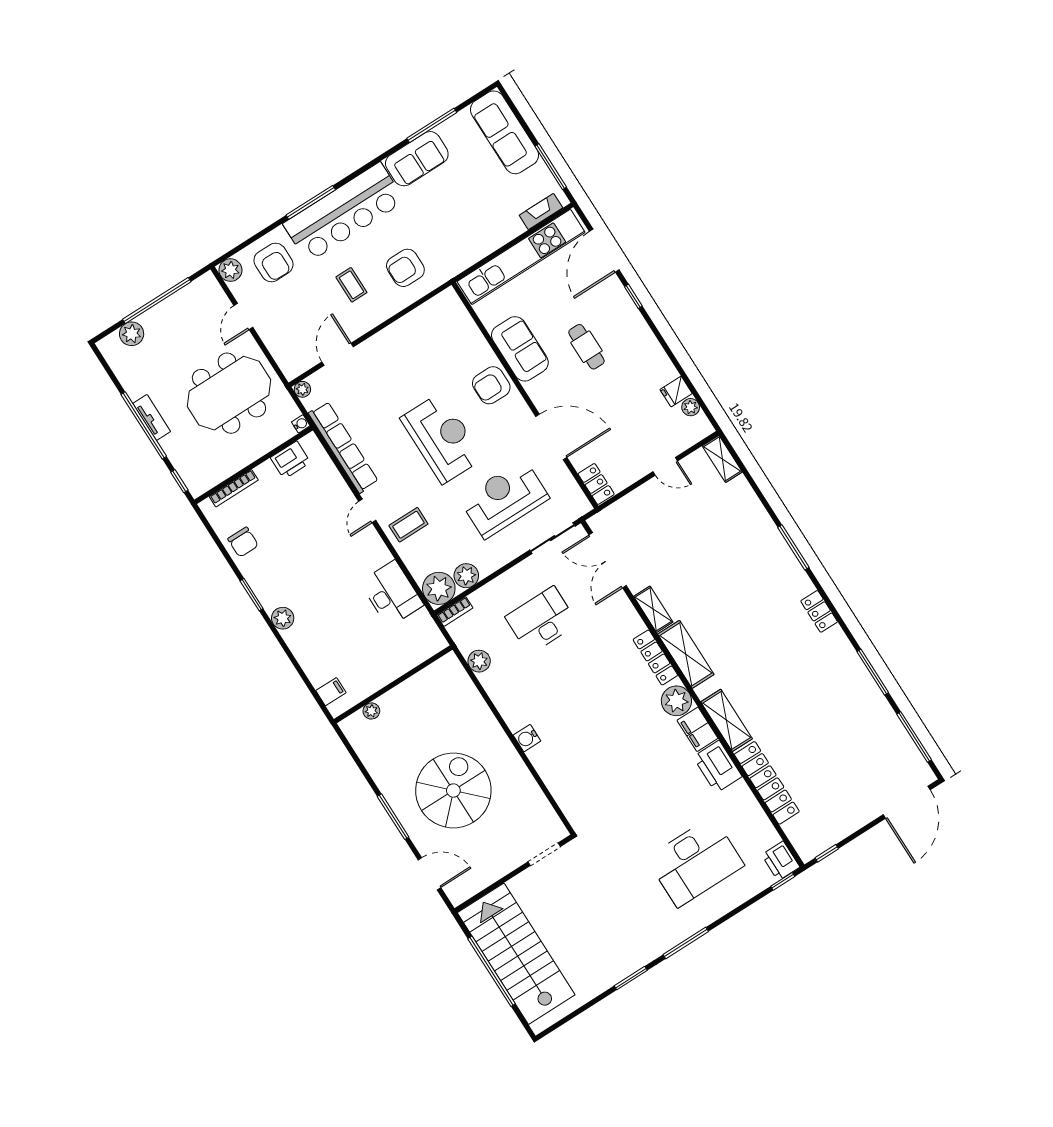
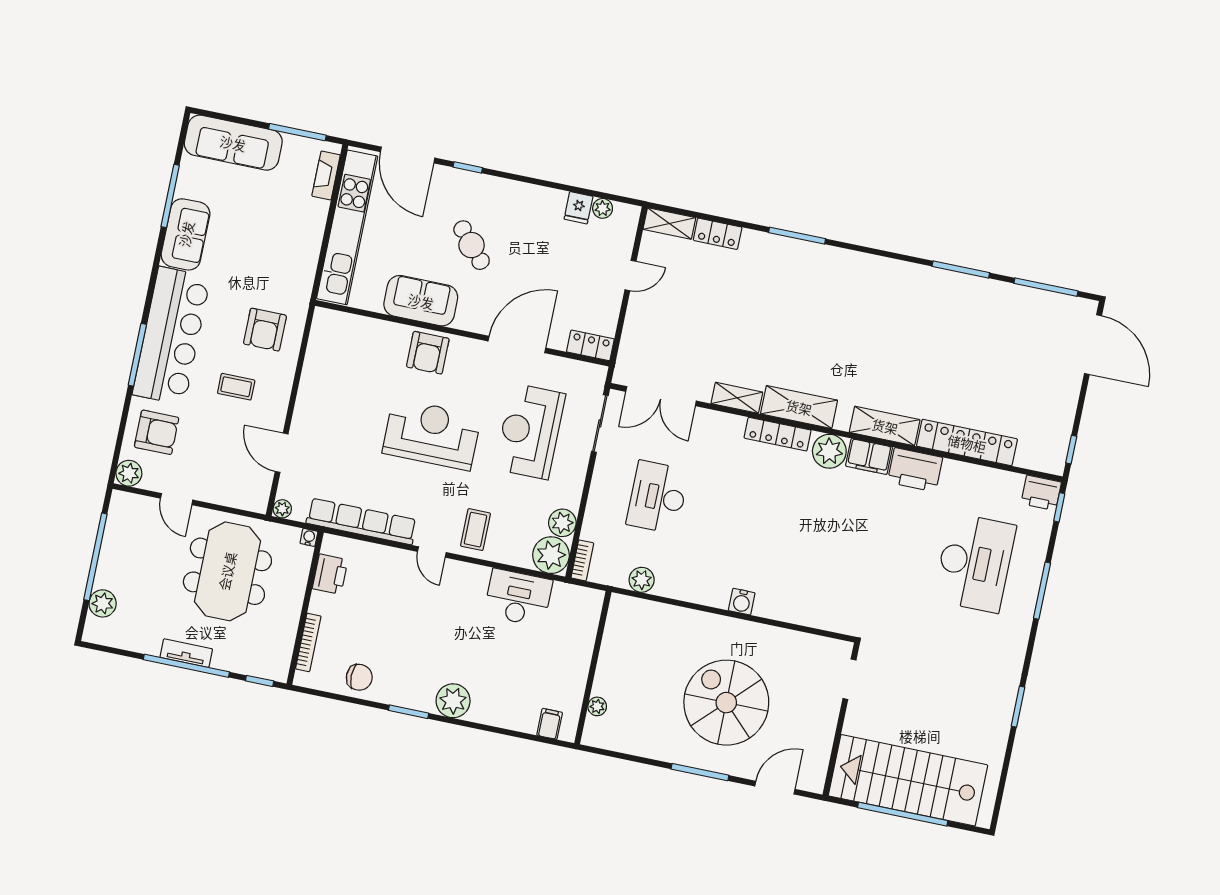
cafe table: (586, 347) -> (472, 245), turned 49
locker: (819, 611) -> (718, 234), moved
plant: (283, 618) -> (453, 701), width x1.36, depth x1.36
window: (686, 943) -> (1042, 591), moved

